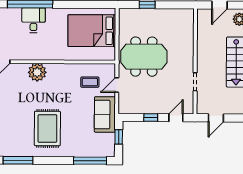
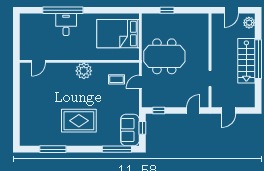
plant: (37, 72) -> (84, 71), moved
sofa: (105, 115) -> (130, 130), moved
window: (151, 118) -> (159, 111), moved
rug: (47, 128) -> (79, 121), turned 90

